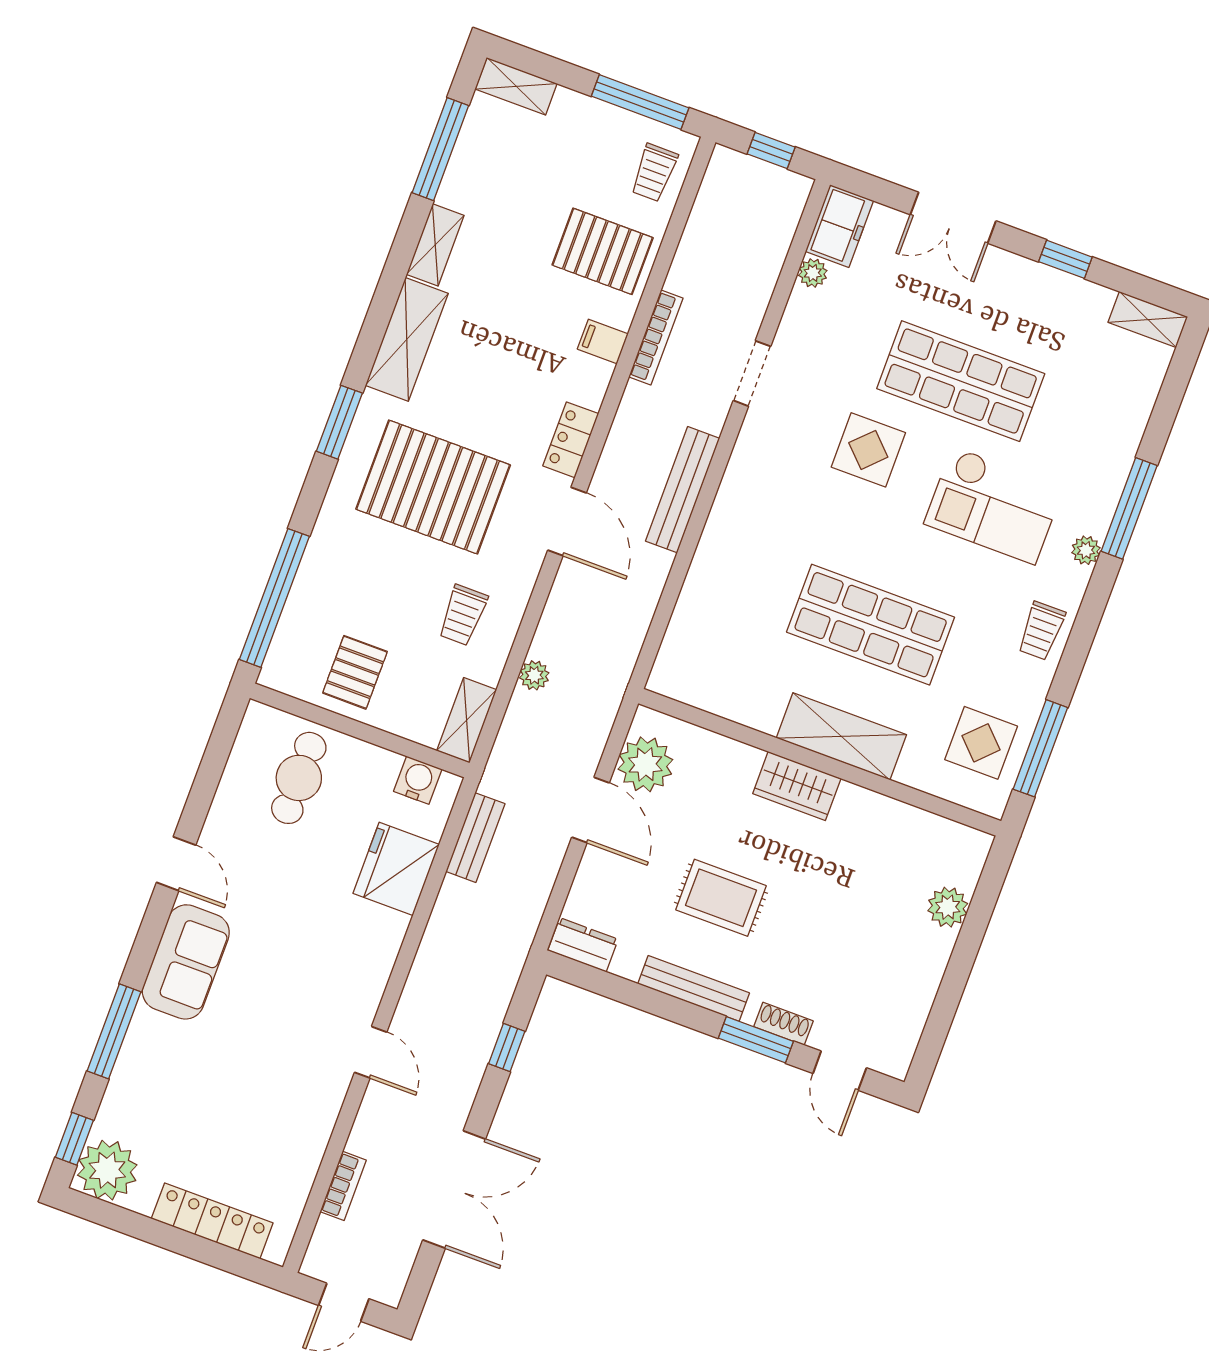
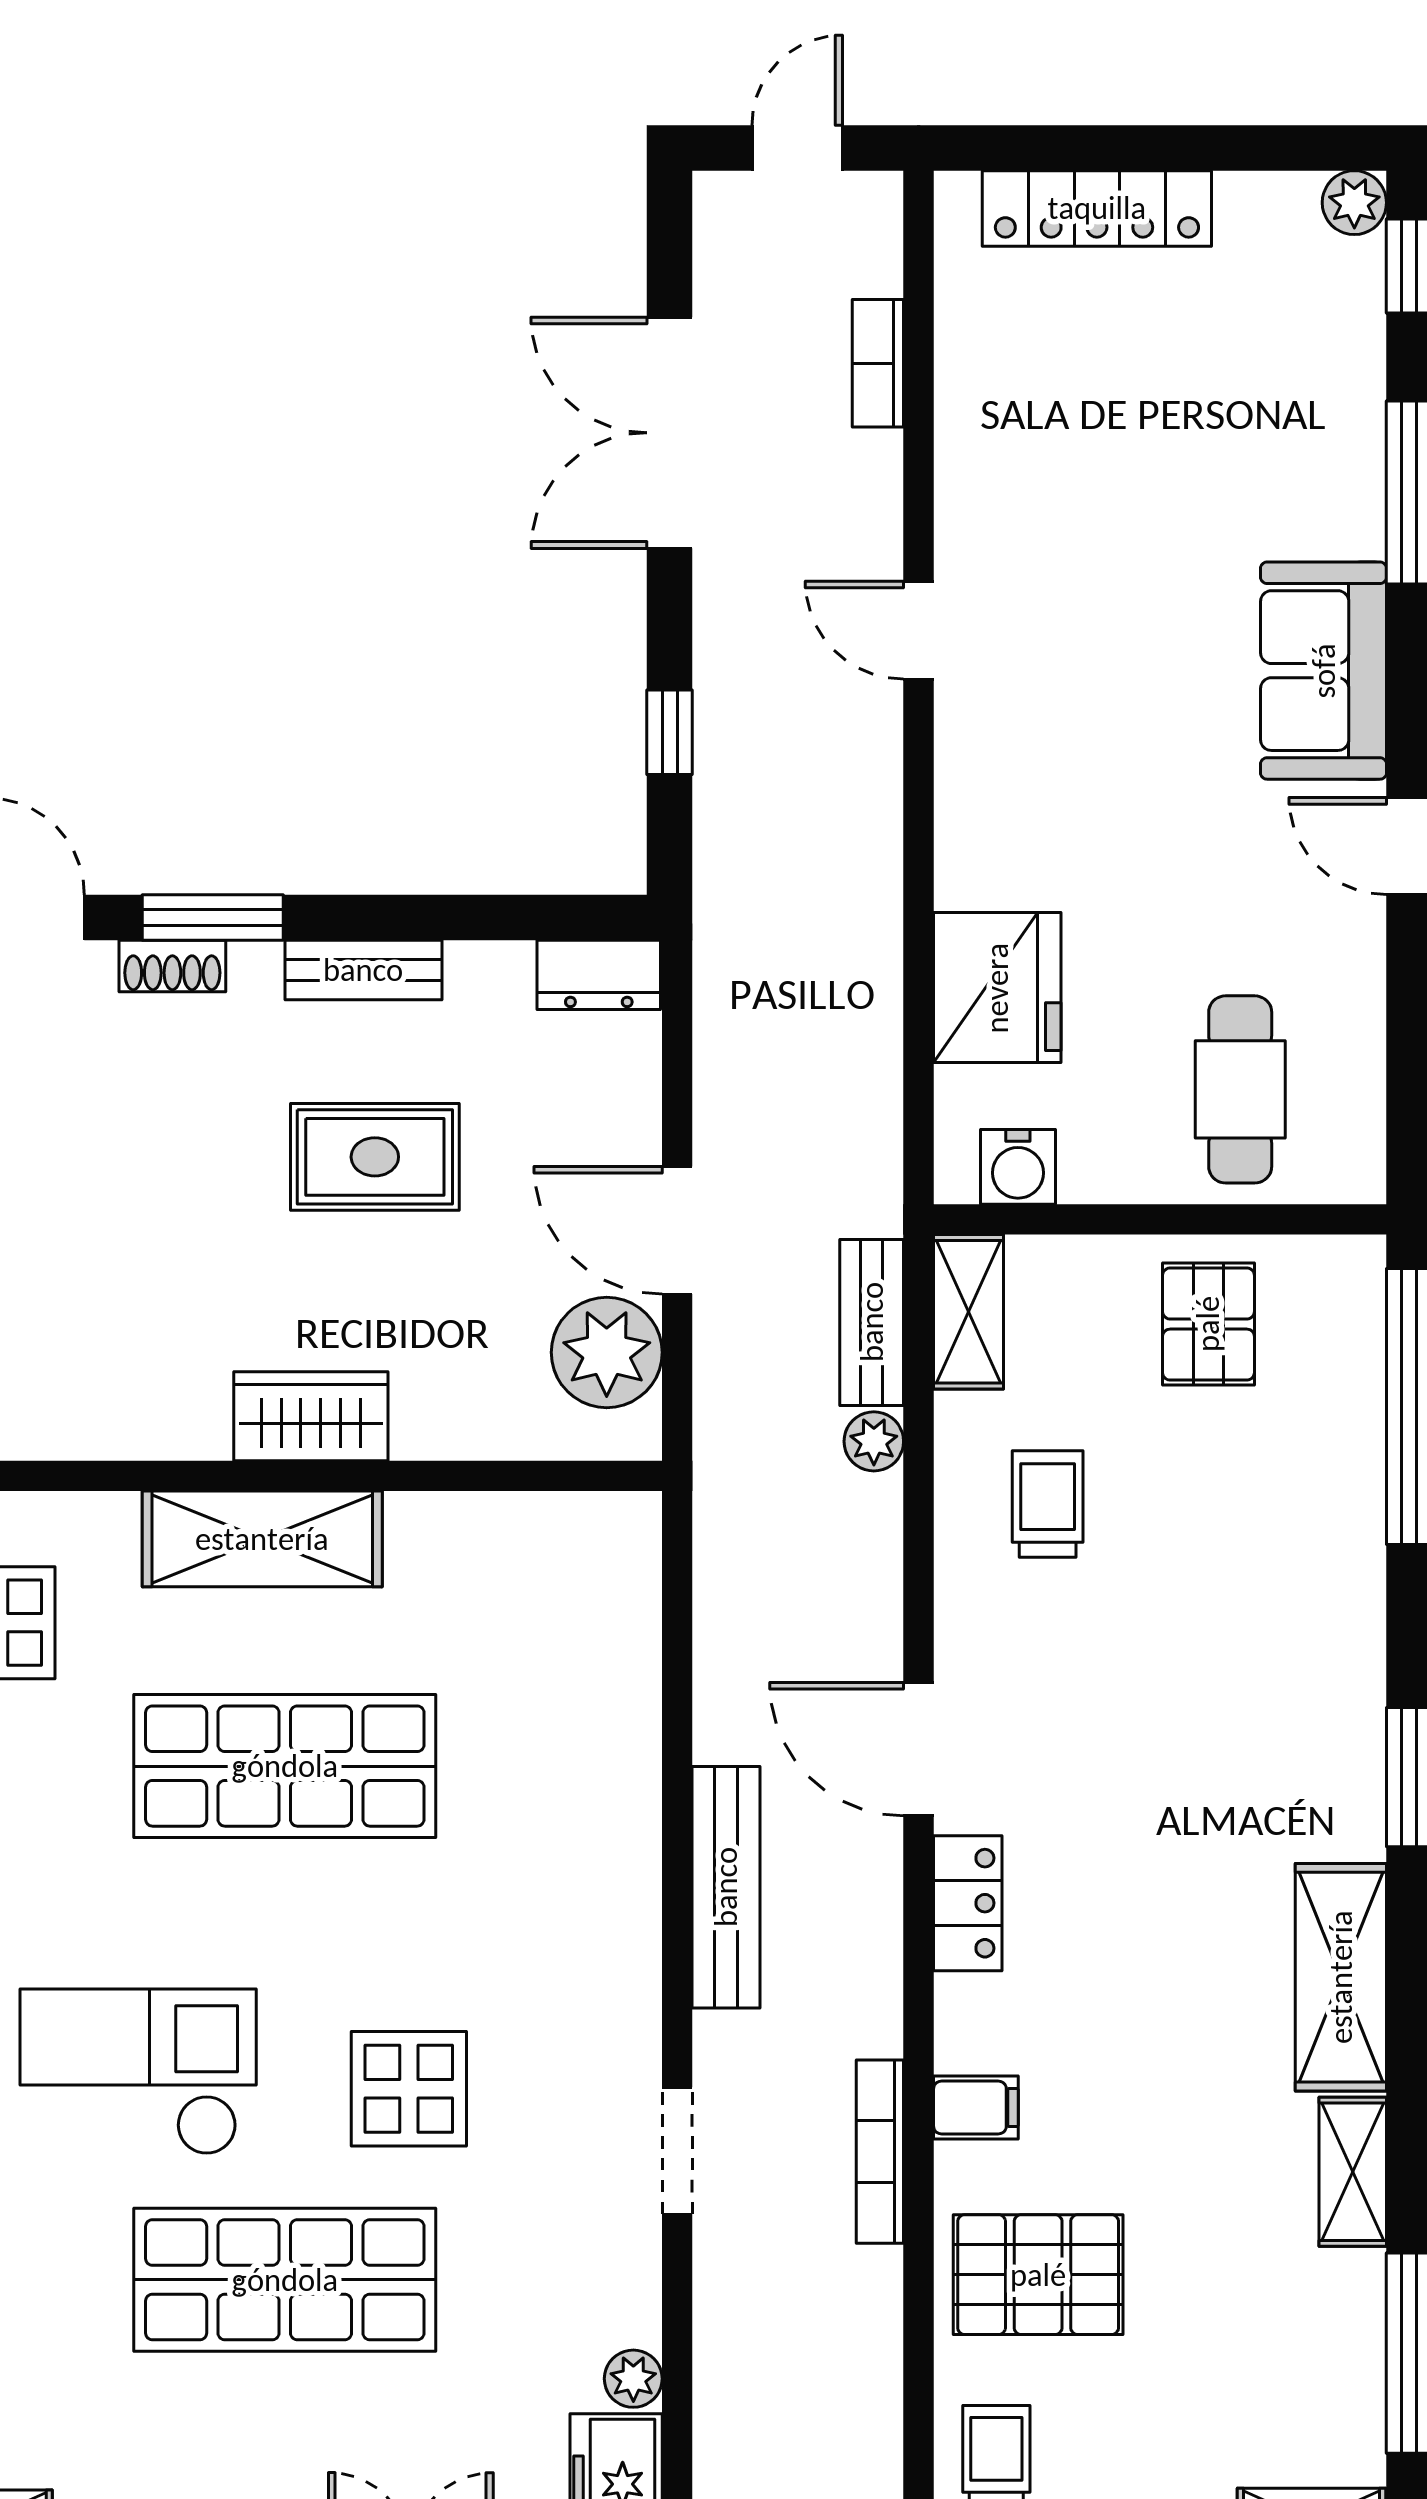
pallet: (433, 487) -> (1191, 1721), removed
bench: (475, 838) -> (872, 1322), moved
bench: (694, 988) -> (363, 970), width x0.73
plant: (107, 1170) -> (1354, 203), width x0.53, depth x0.53

